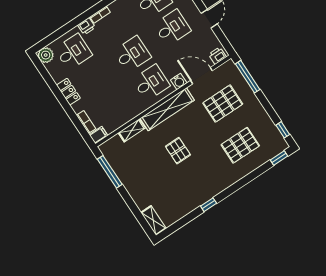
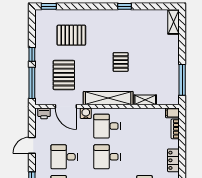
pallet: (223, 104) -> (64, 75), turned 90
window: (283, 130) -> (32, 54), moved

